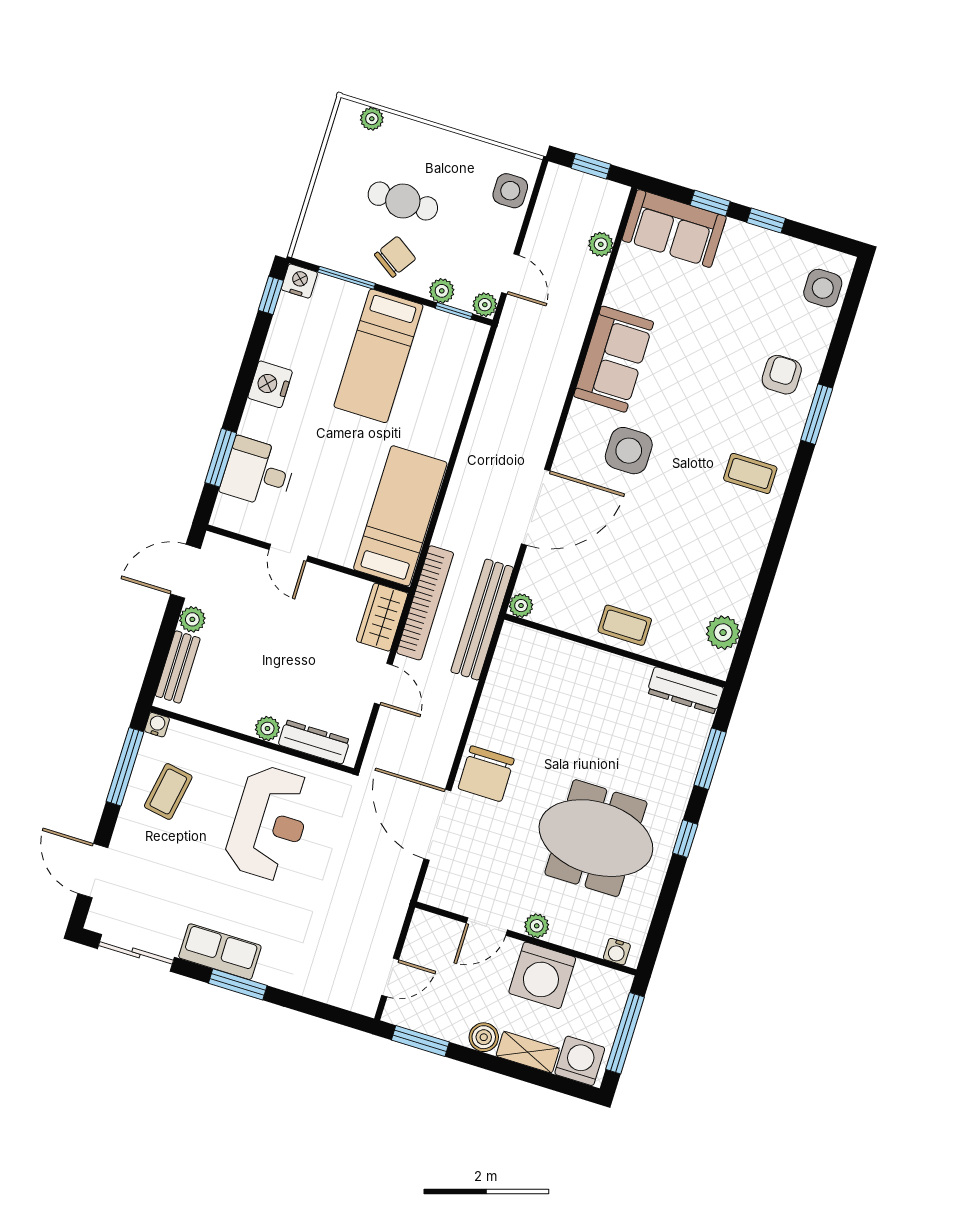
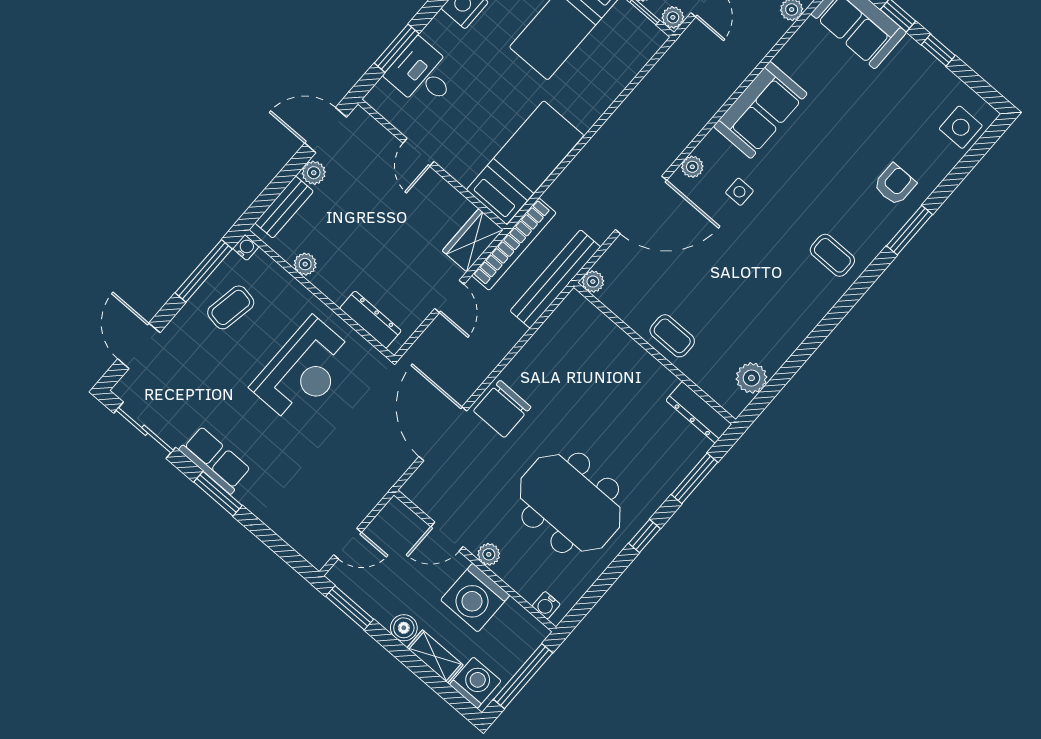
plant: (570, 446) -> (692, 167), added
side table: (629, 451) -> (739, 192), width x0.54, depth x0.54
plant: (267, 729) -> (305, 264), moved

